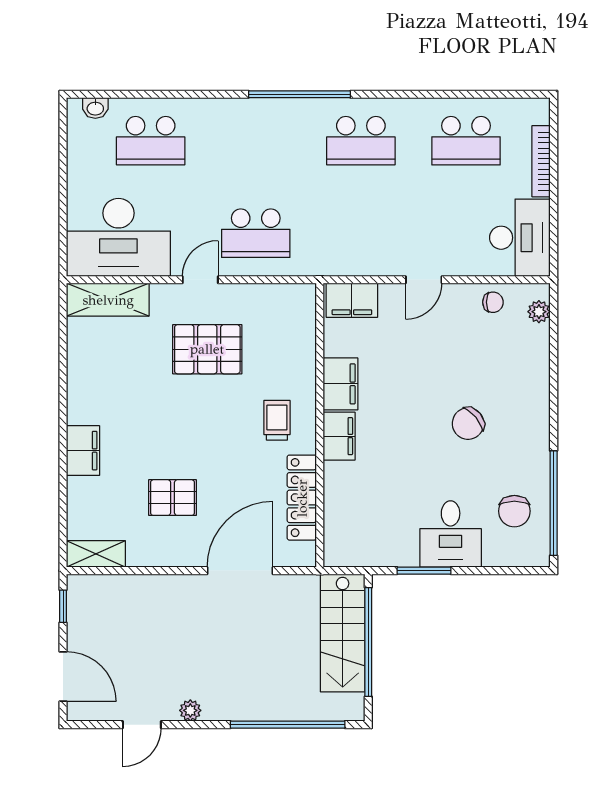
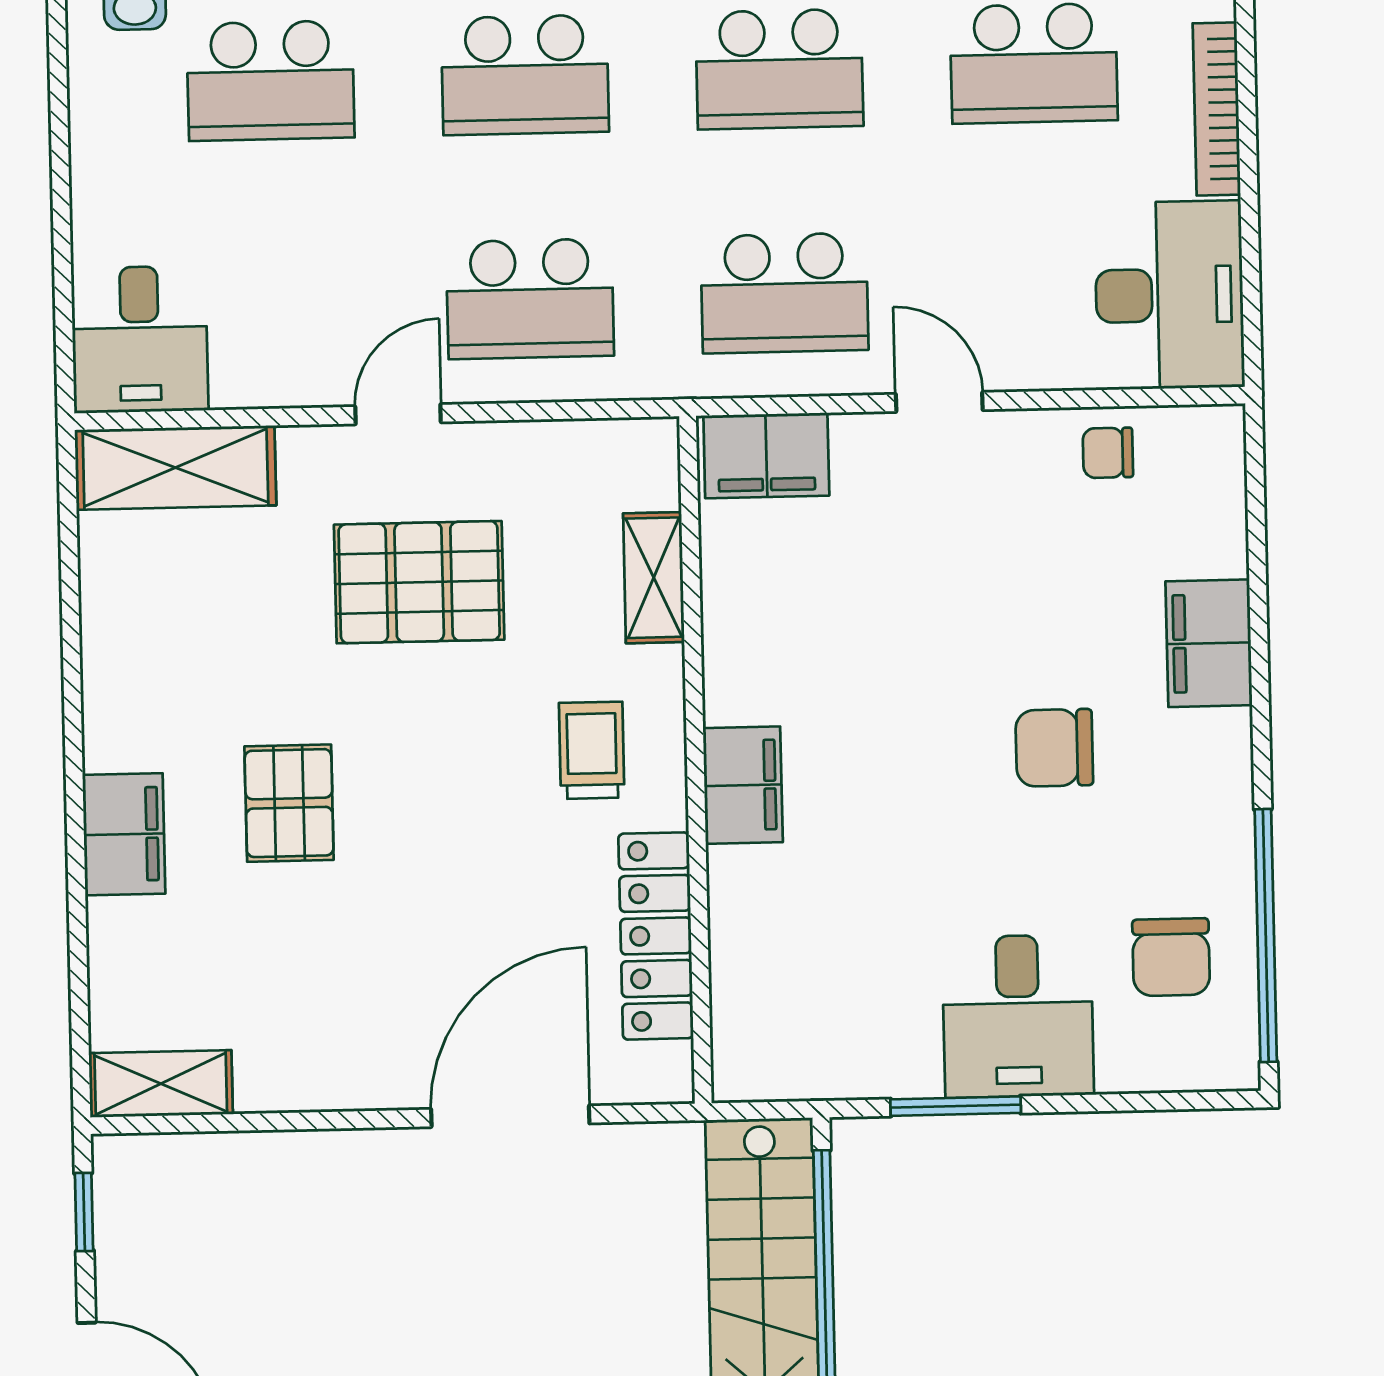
school desk: (256, 141) -> (525, 75), added
school desk: (361, 233) -> (784, 293), added
desk: (118, 237) -> (140, 339), width x0.53, depth x0.77
door: (424, 280) -> (939, 402), swing flipped
chair: (493, 302) -> (1108, 453), turned 180
plant: (539, 312) -> (1220, 473), removed
shelving: (304, 350) -> (654, 578), added
filing cabinet: (340, 384) -> (1209, 643), moved, turned 180
chair: (468, 424) -> (1054, 748), turned 40
pallet: (173, 498) -> (289, 803), moved, turned 90

